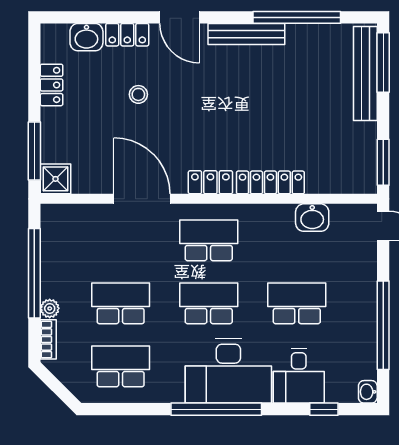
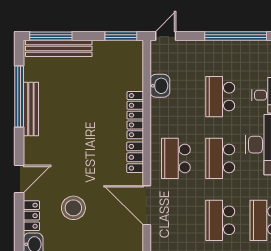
bench: (246, 34) -> (31, 109), moved
stool: (138, 94) -> (73, 208), width x1.89, depth x1.89
door: (142, 199) -> (147, 205), hinge flipped

